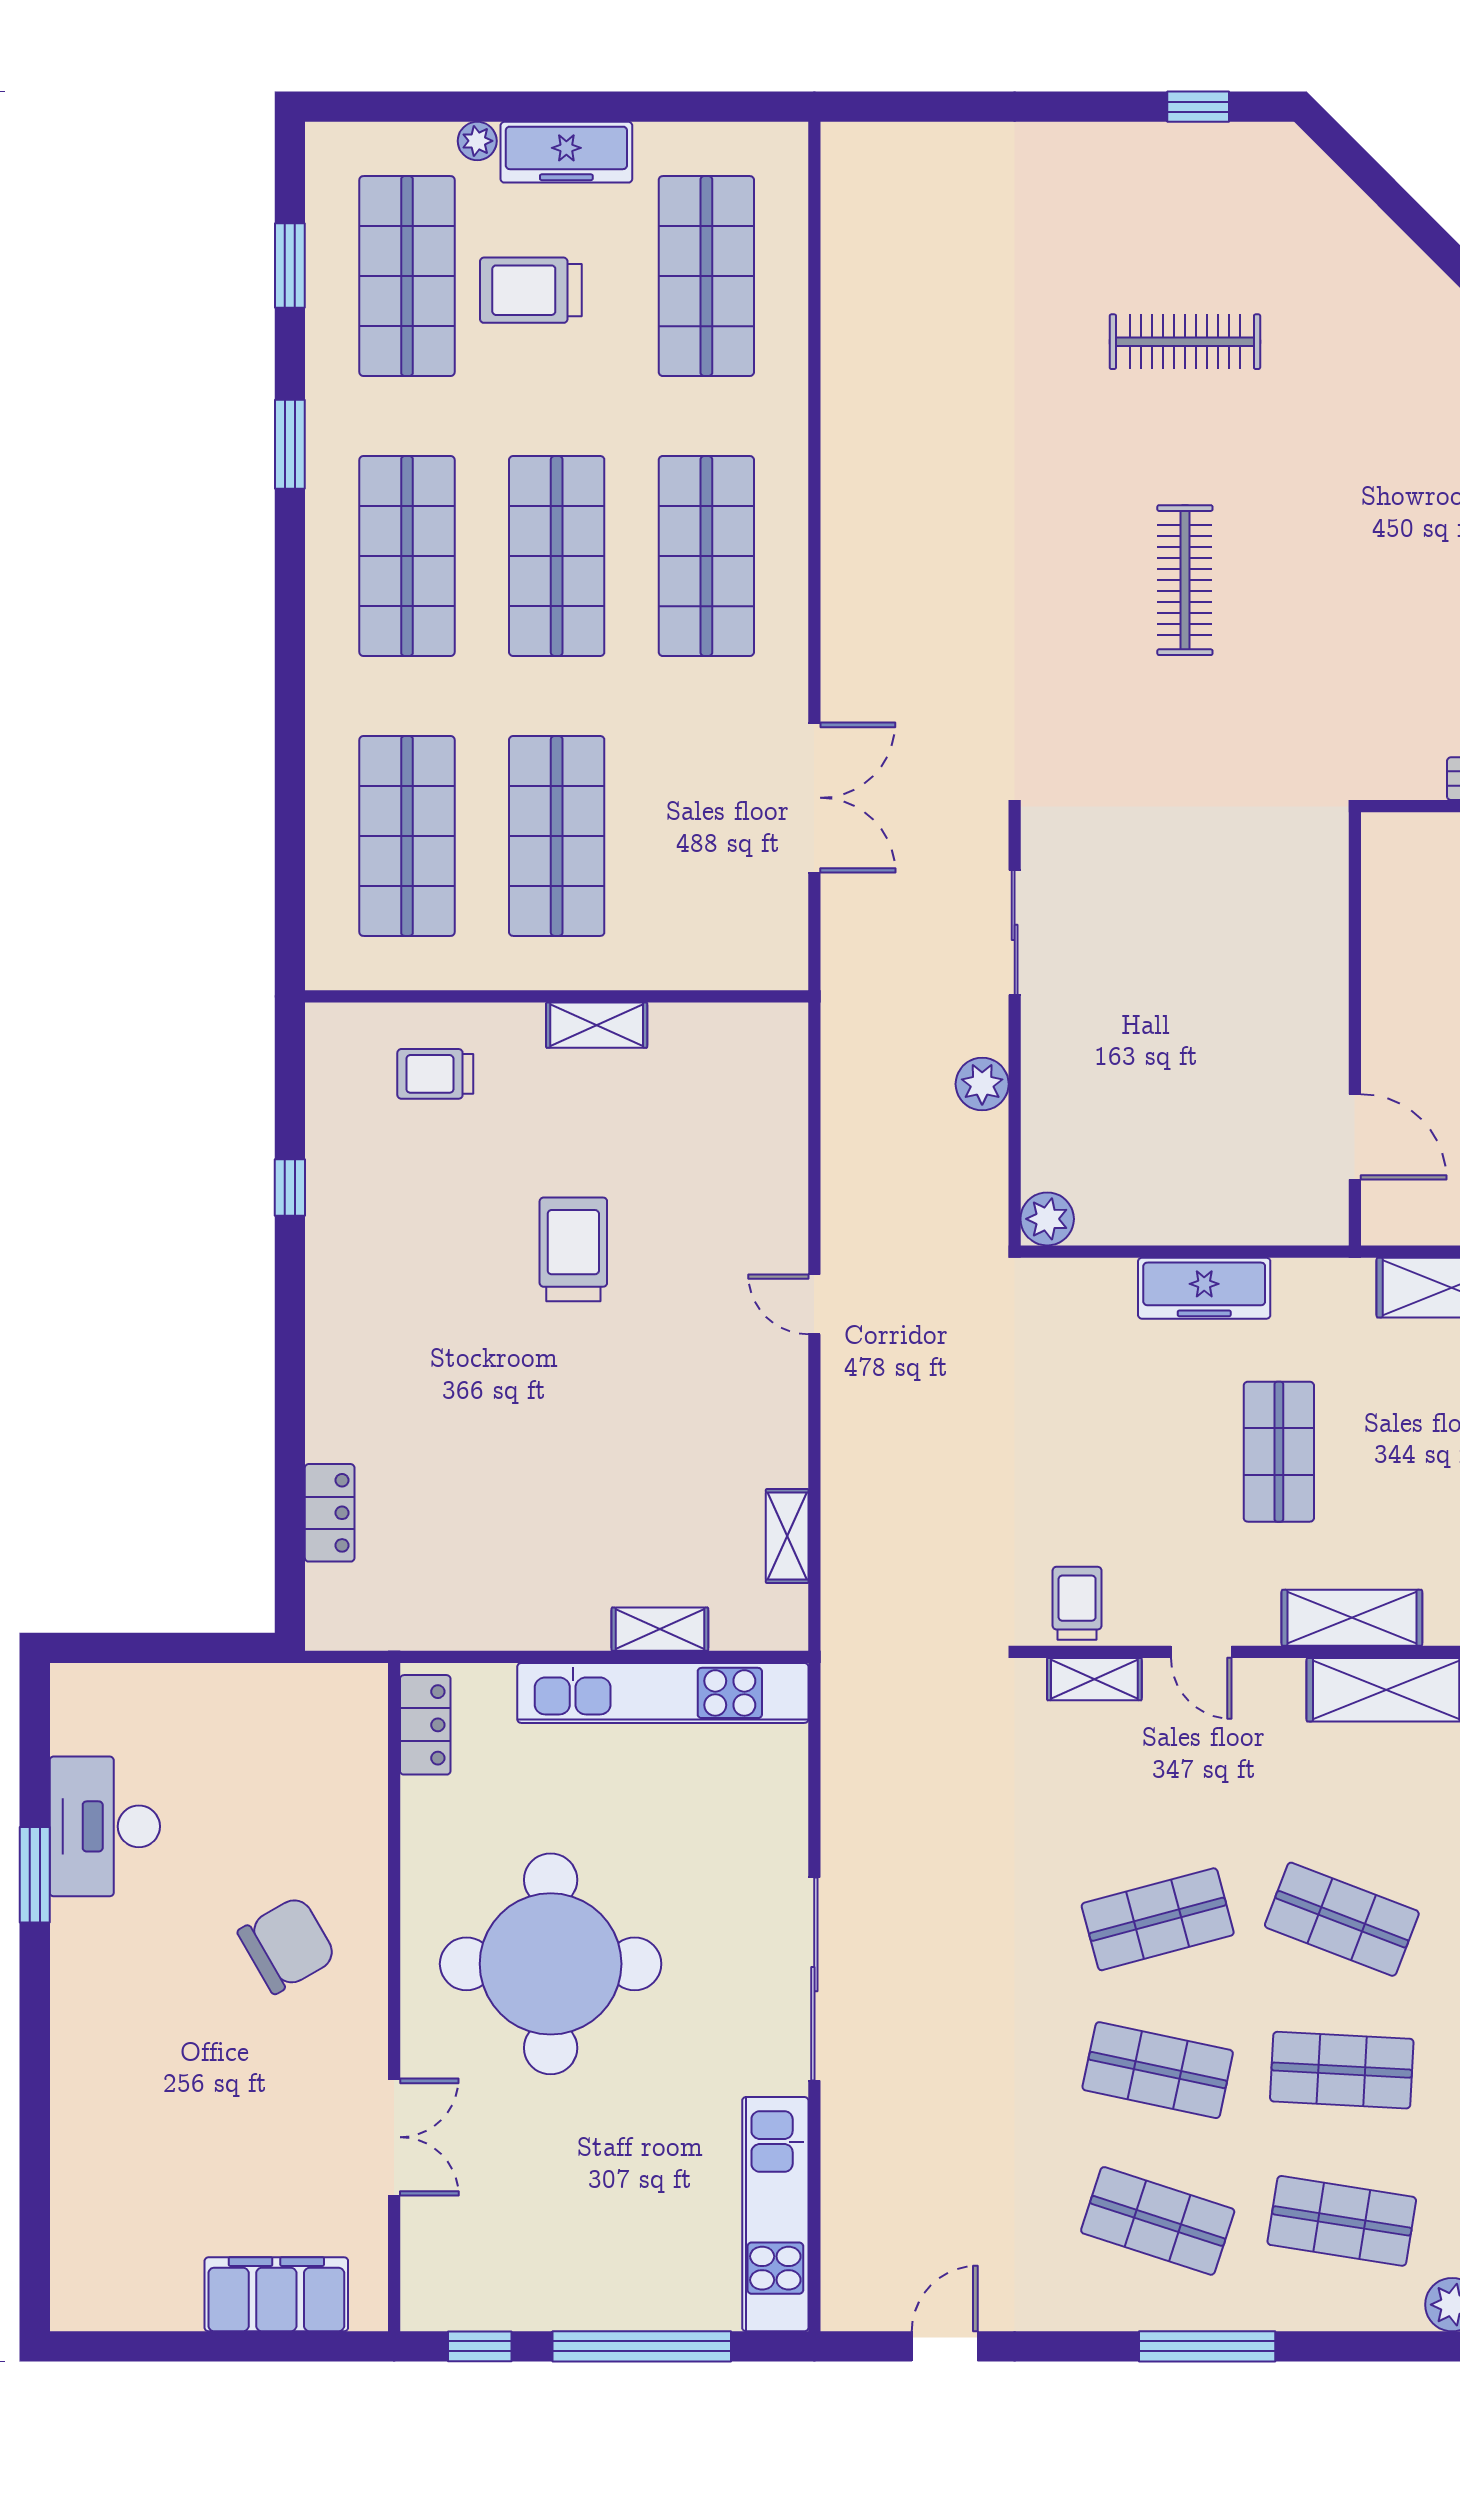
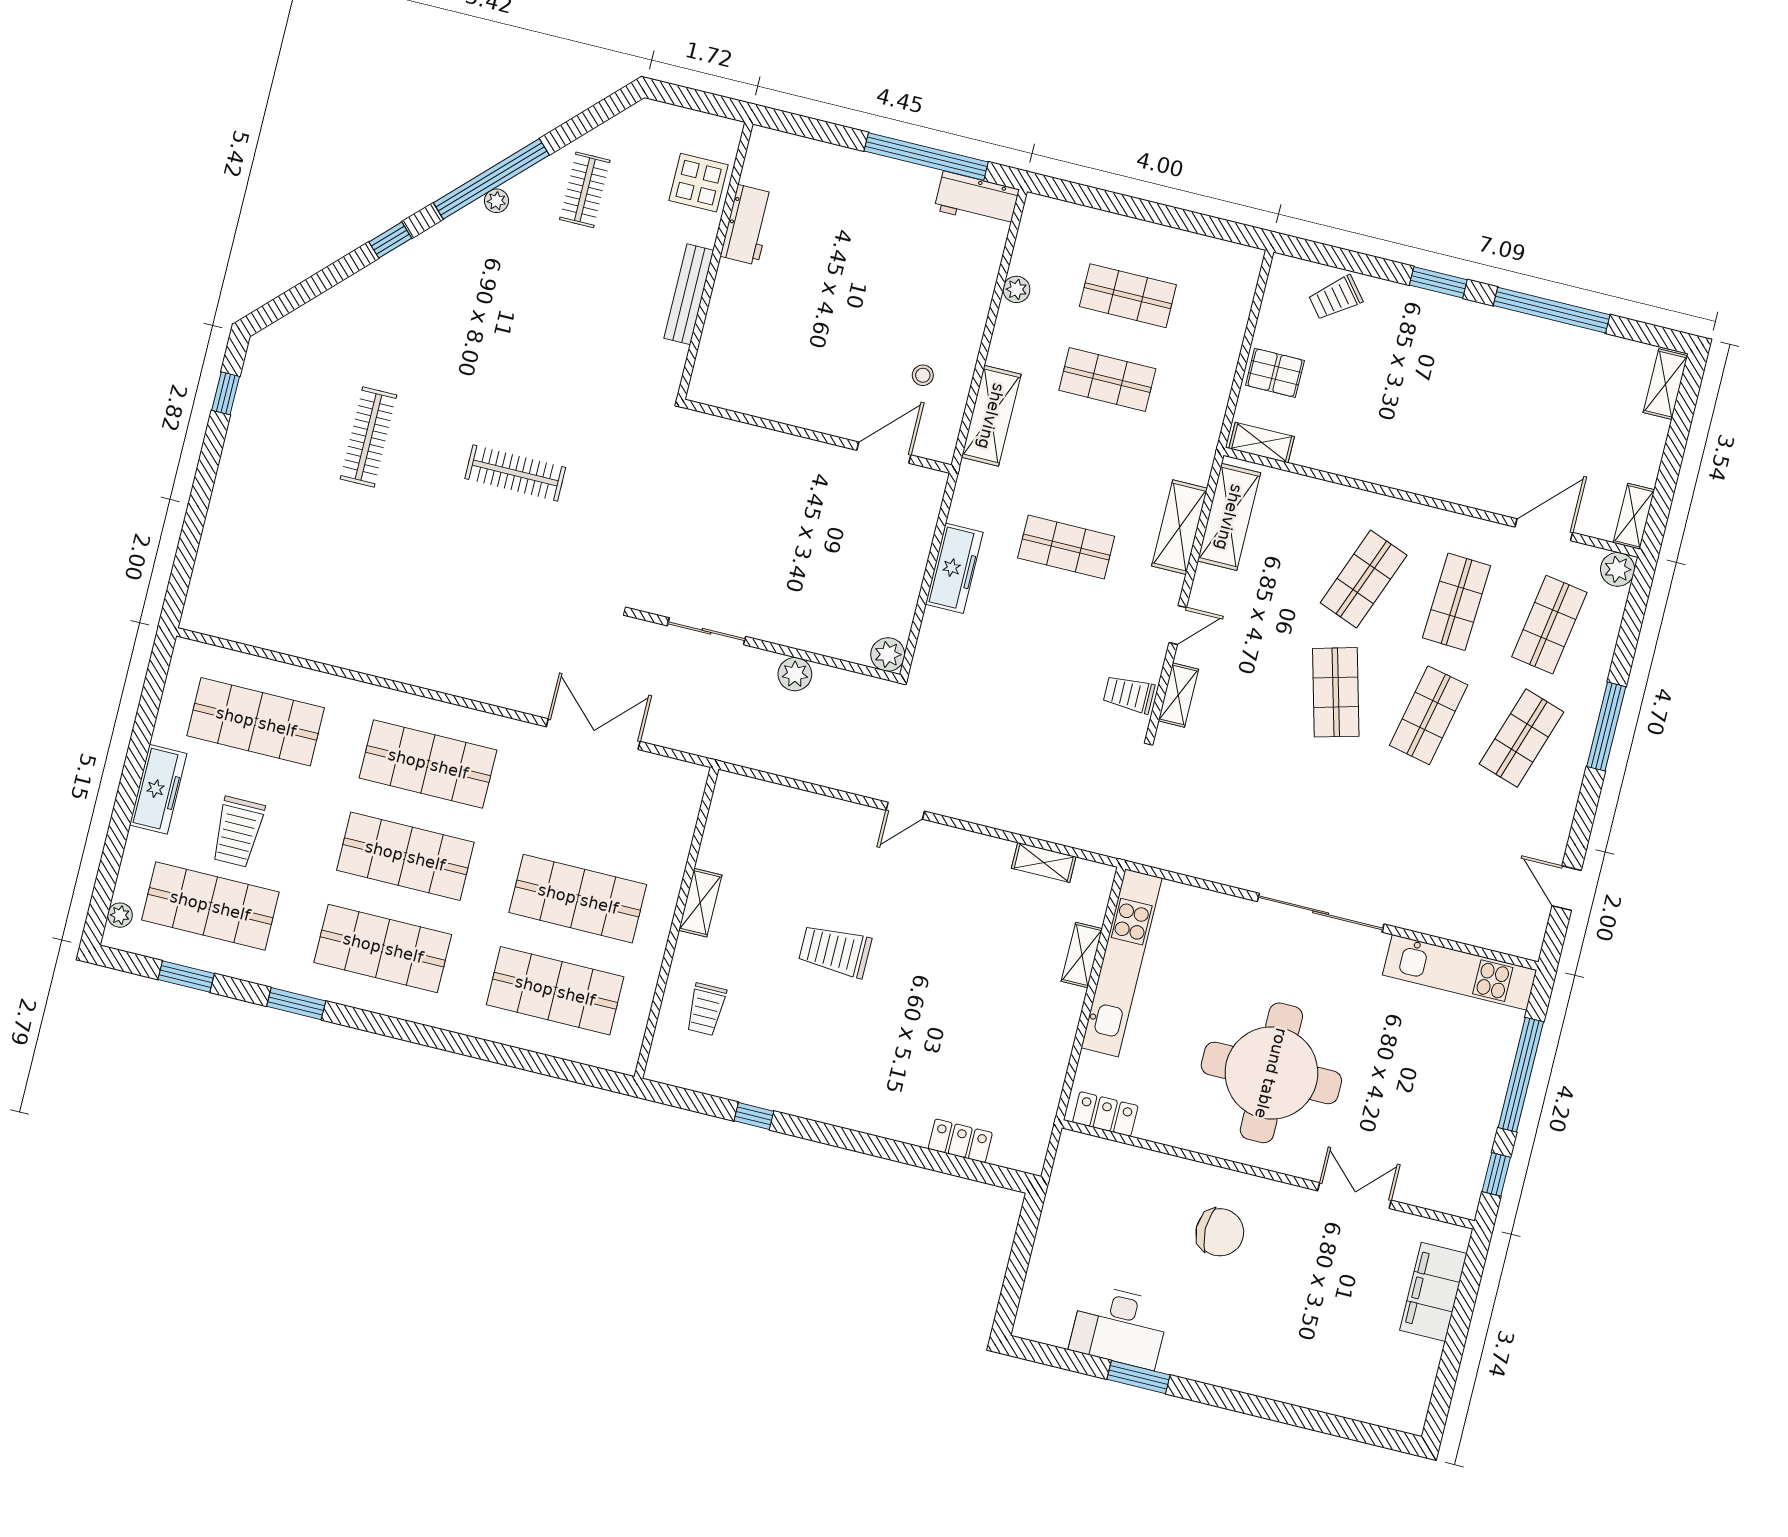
plant: (477, 141) -> (120, 915), moved
chair: (287, 1945) -> (1220, 1232), turned 120

